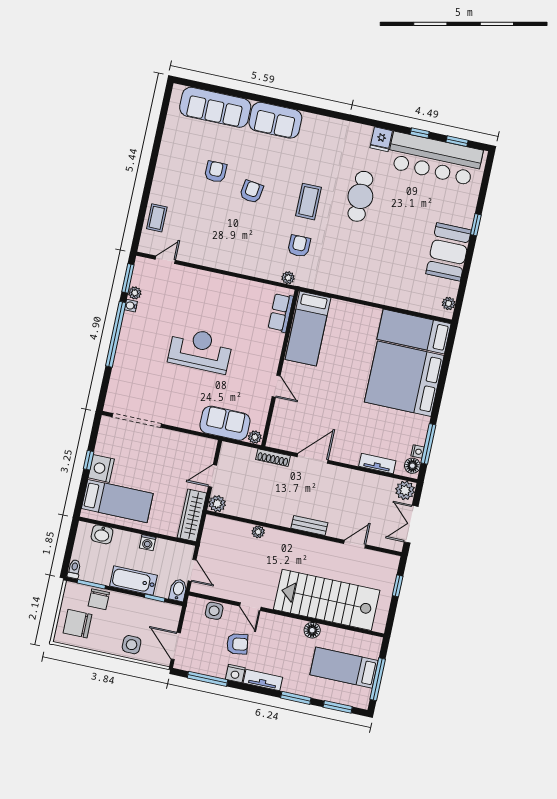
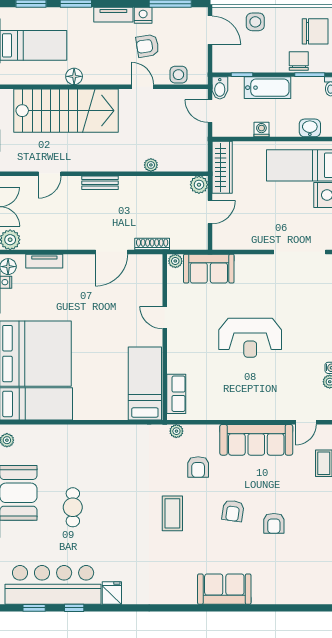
sofa: (215, 107) -> (256, 440), moved, turned 180
cafe table: (360, 196) -> (73, 507), moved, width x0.73, depth x0.74
armchair: (299, 246) -> (198, 467), moved

